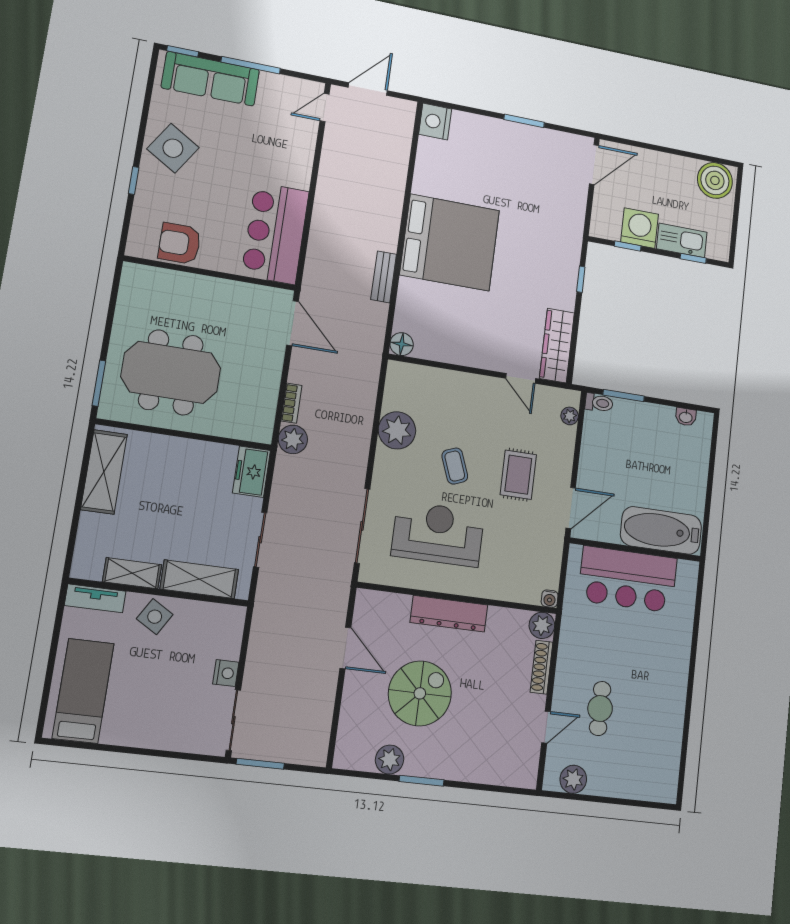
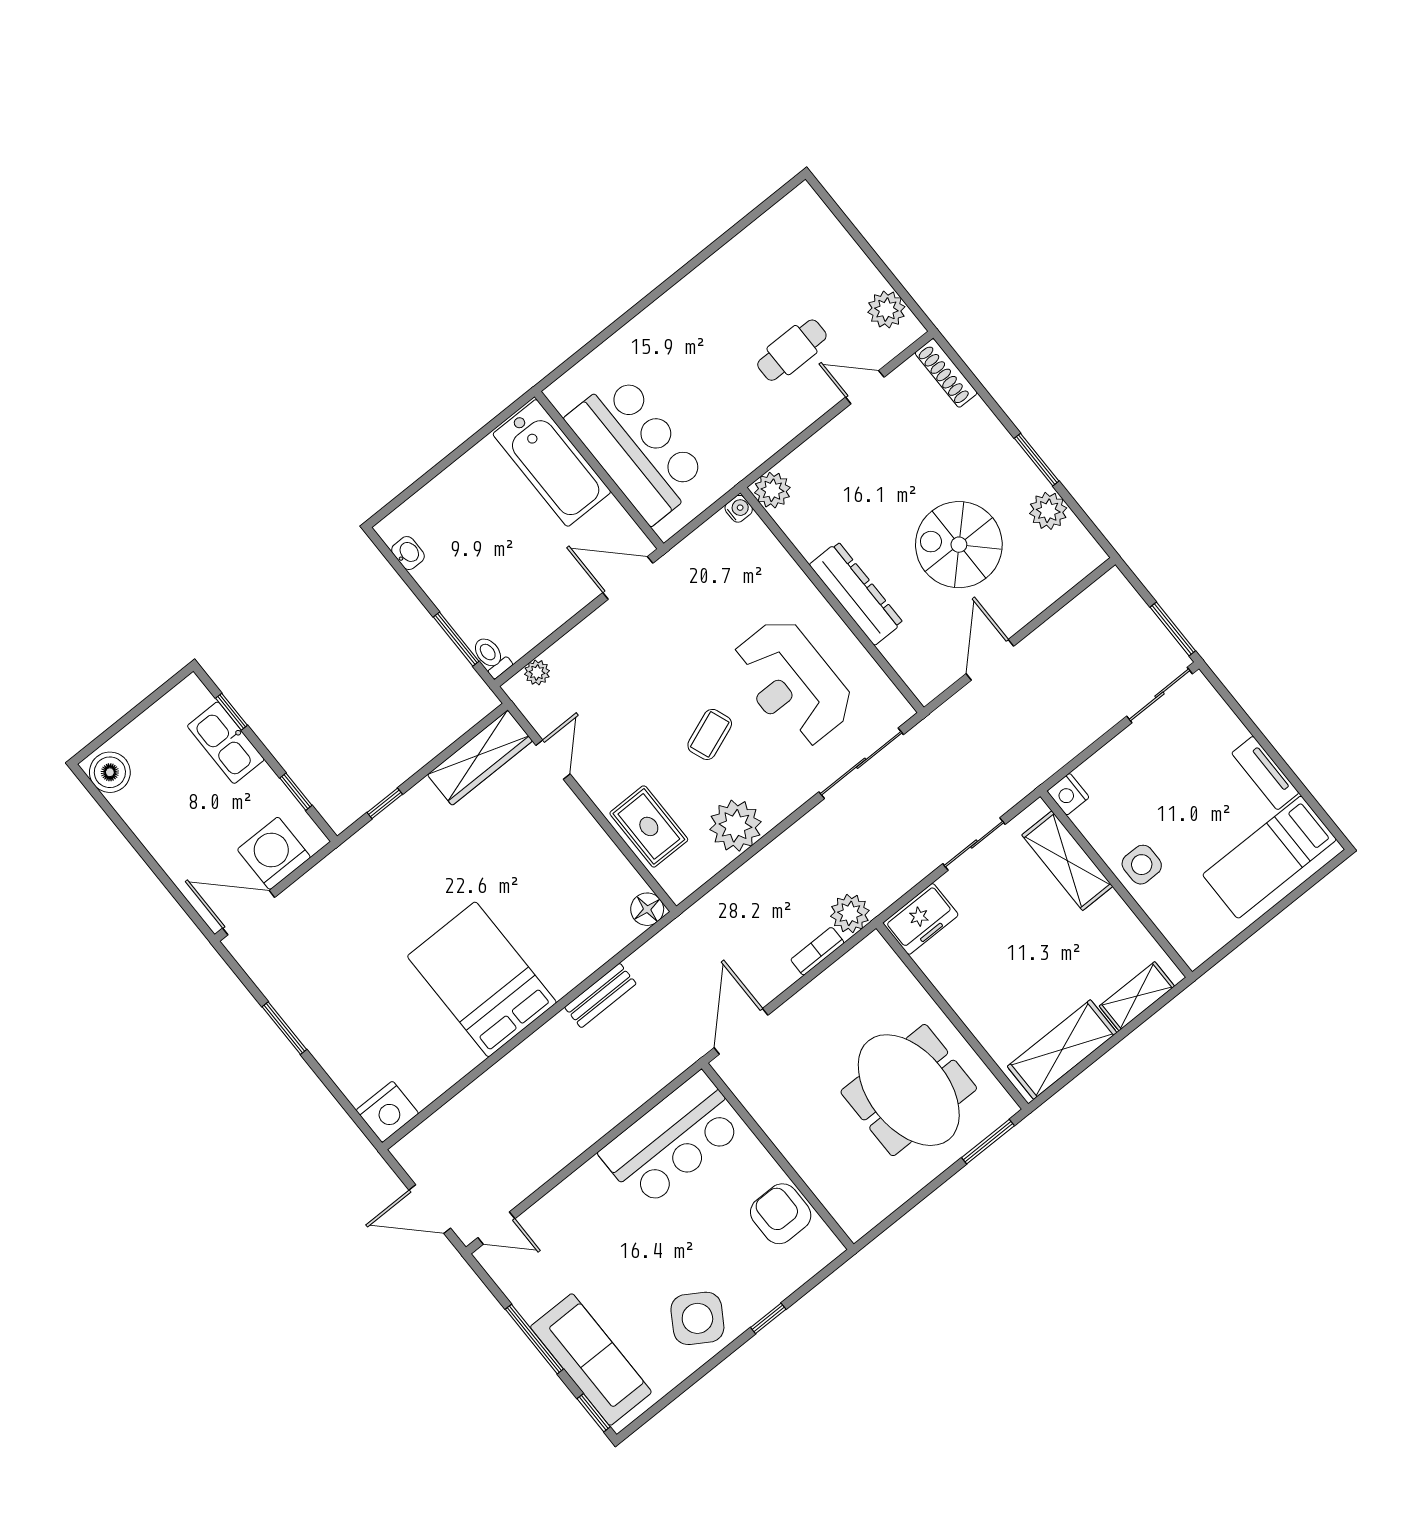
boiler: (715, 180) -> (110, 772), width x0.73, depth x0.73
washing machine: (640, 228) -> (274, 853), moved, turned 90
armchair: (180, 243) -> (781, 1214), turned 180
bed: (450, 243) -> (482, 979), width x0.73
rug: (518, 475) -> (649, 826), moved, turned 90
shelving: (132, 573) -> (1137, 996), moved, turned 90
tv unit: (95, 598) -> (1265, 773), moved, turned 180
side table: (155, 617) -> (1142, 865), turned -31
shoe rack: (541, 667) -> (946, 373), moved, turned 90
nightstand: (226, 673) -> (1068, 794), moved, turned -90

